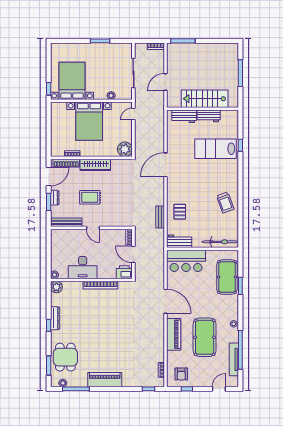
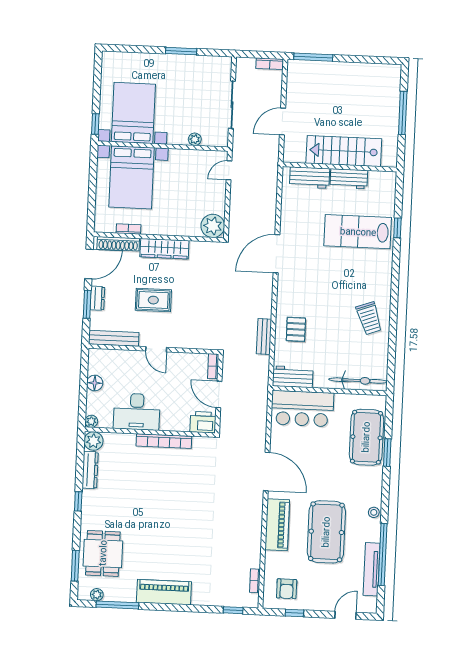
bed with nightstands: (89, 121) -> (131, 177), moved
floor lamp: (56, 251) -> (95, 383), added
dresser: (55, 318) -> (90, 470), moved

